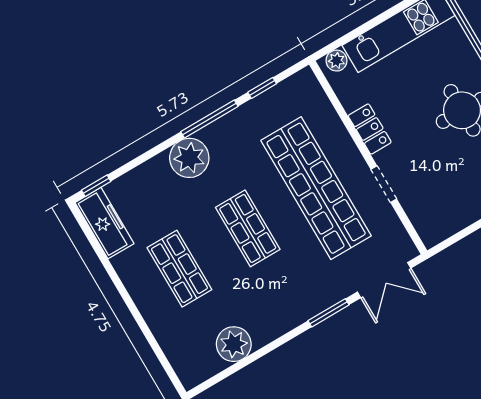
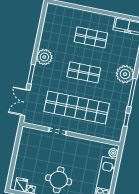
locker: (370, 129) -> (80, 143), removed
plant: (234, 344) -> (44, 57), moved

